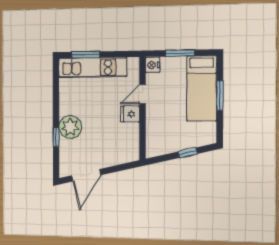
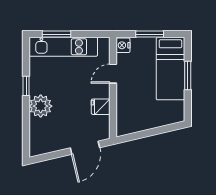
fridge: (130, 114) -> (101, 107), moved
window: (56, 137) -> (26, 86), moved
window: (188, 153) -> (157, 131), removed
door: (86, 175) -> (85, 148), moved

